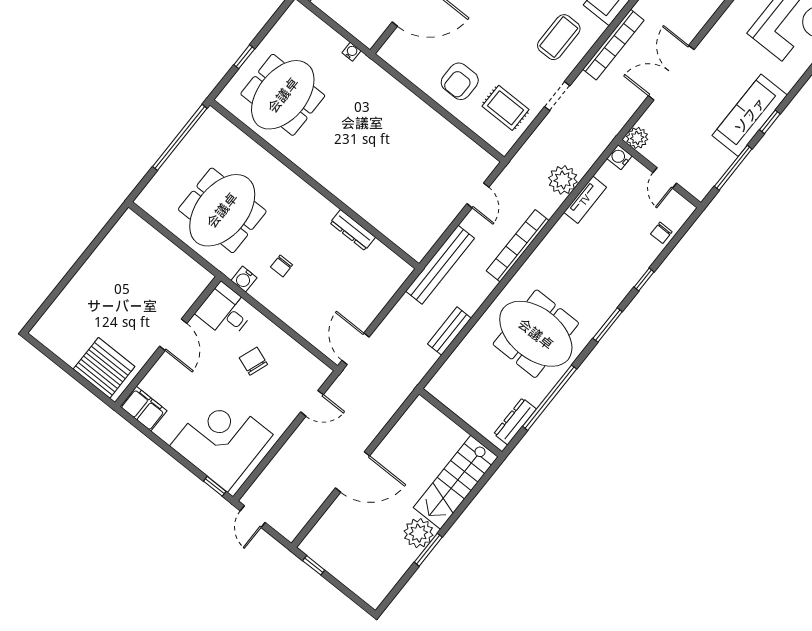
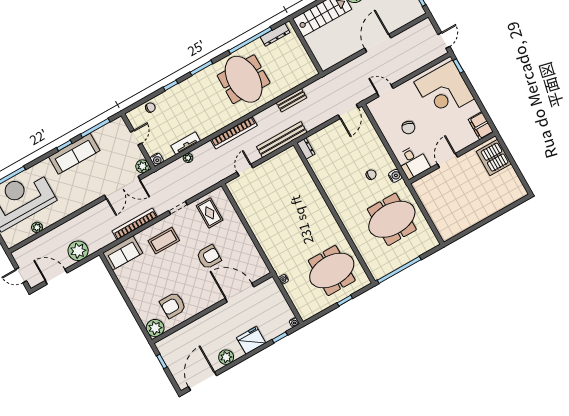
double door: (671, 73) -> (122, 188), moved
armchair: (460, 81) -> (209, 257), moved
plant: (563, 180) -> (188, 158), width x0.53, depth x0.53
dresser: (353, 230) -> (306, 148), moved, width x0.70
door: (353, 472) -> (378, 43), hinge flipped

